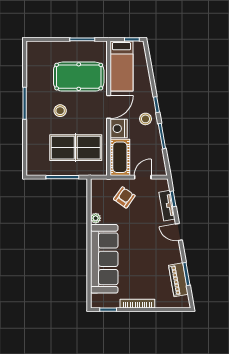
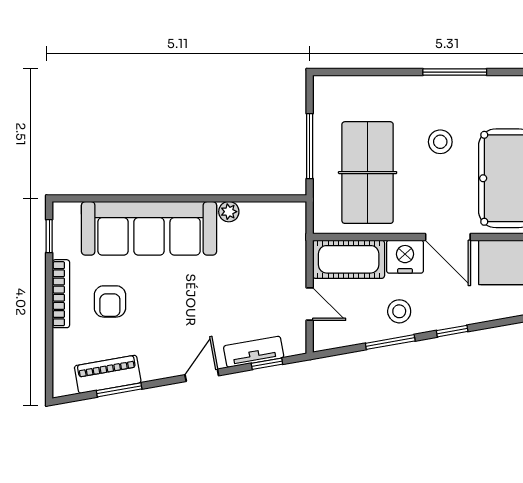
stool: (146, 119) -> (399, 311), moved
armchair: (124, 197) -> (110, 301), moved, turned 55

